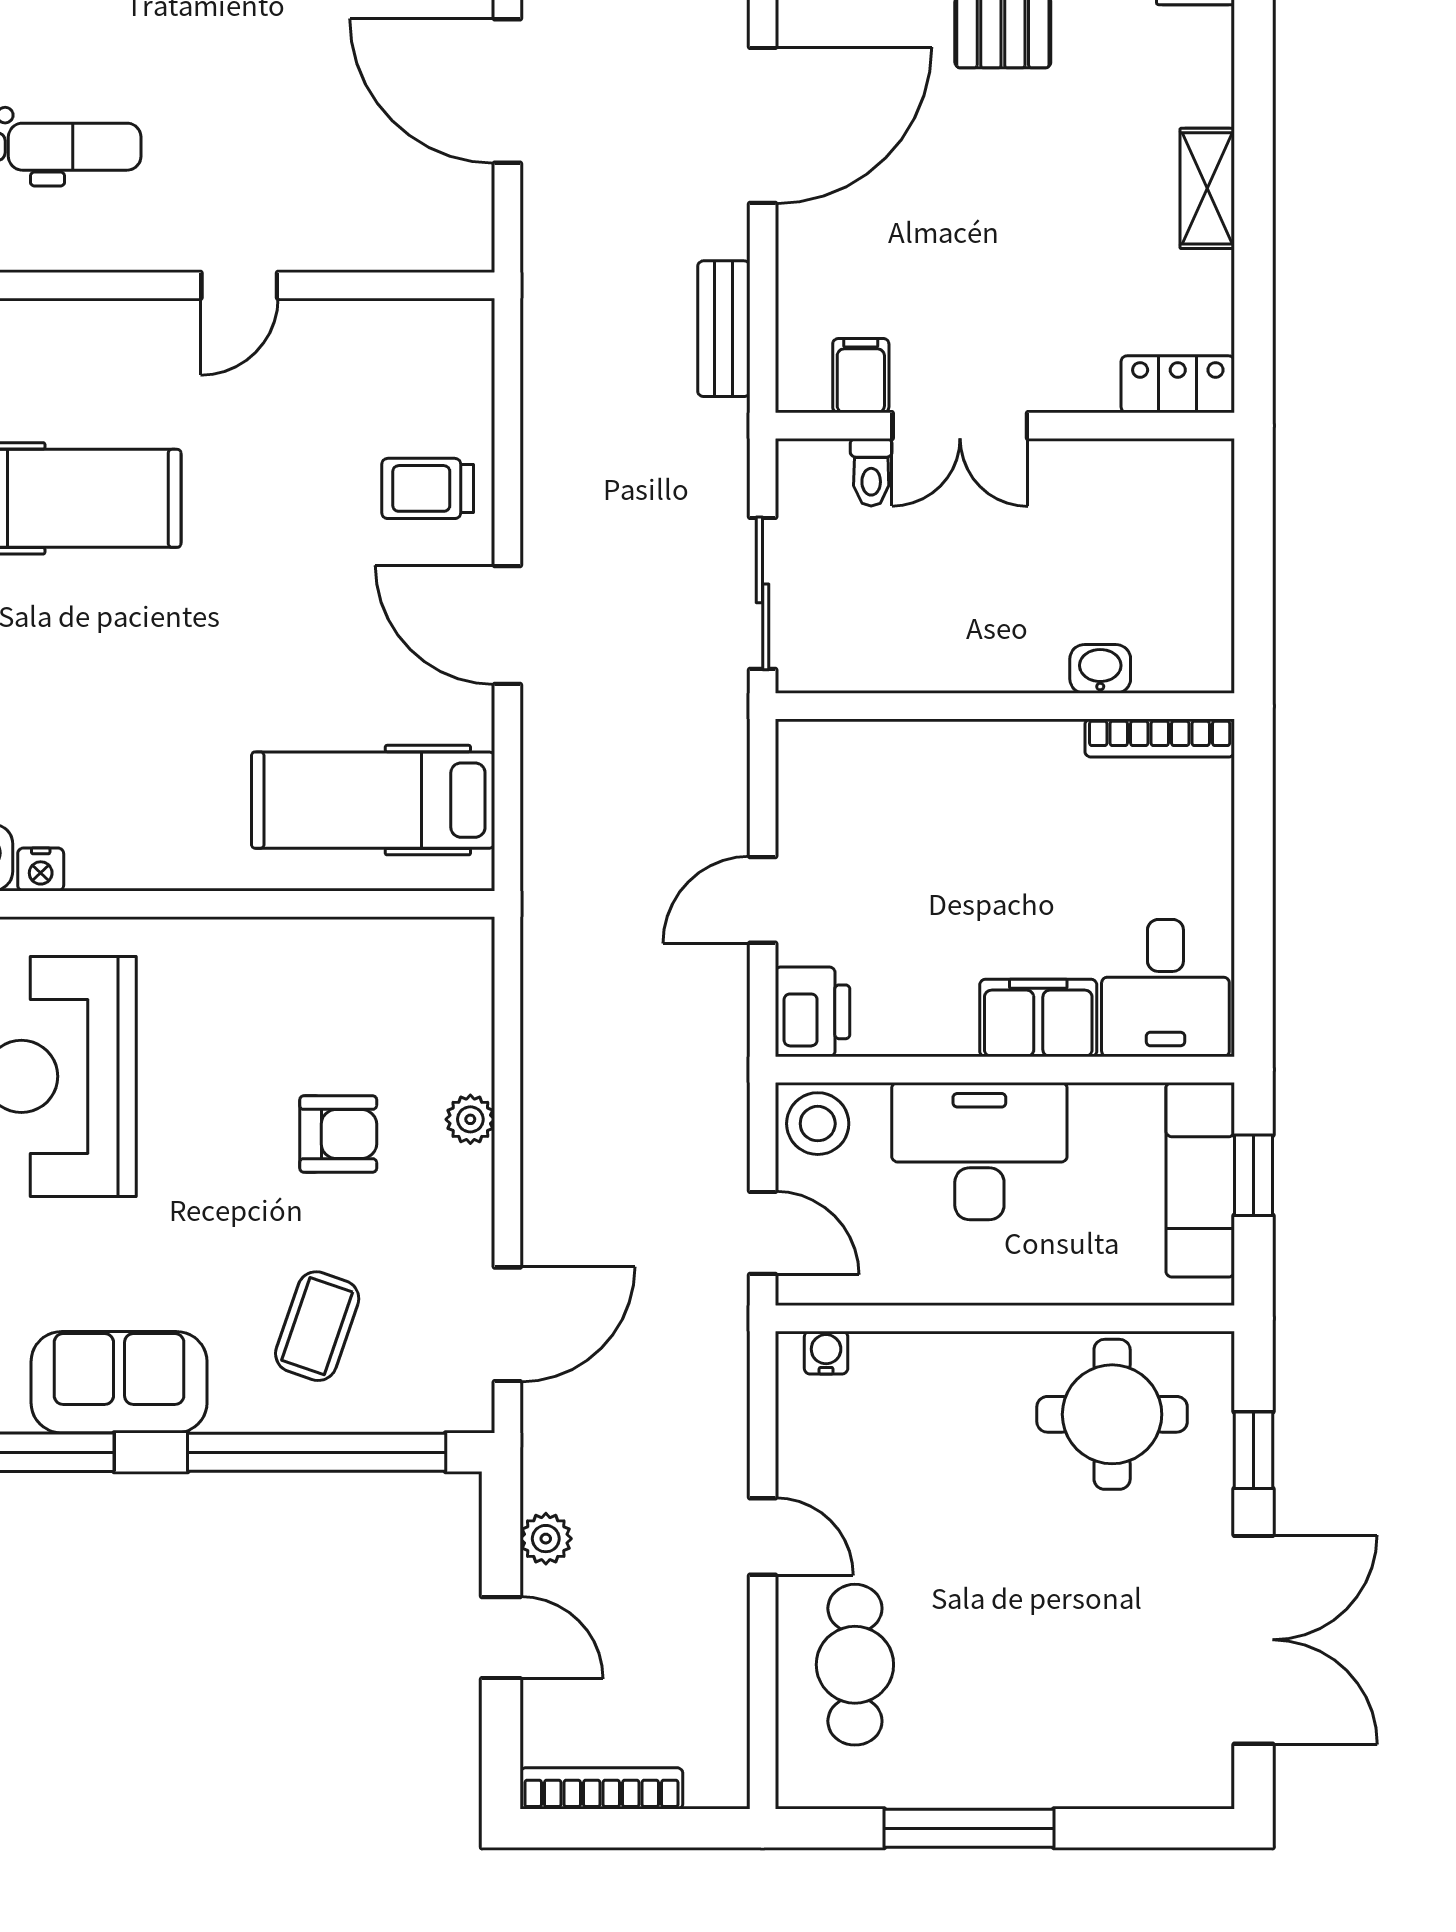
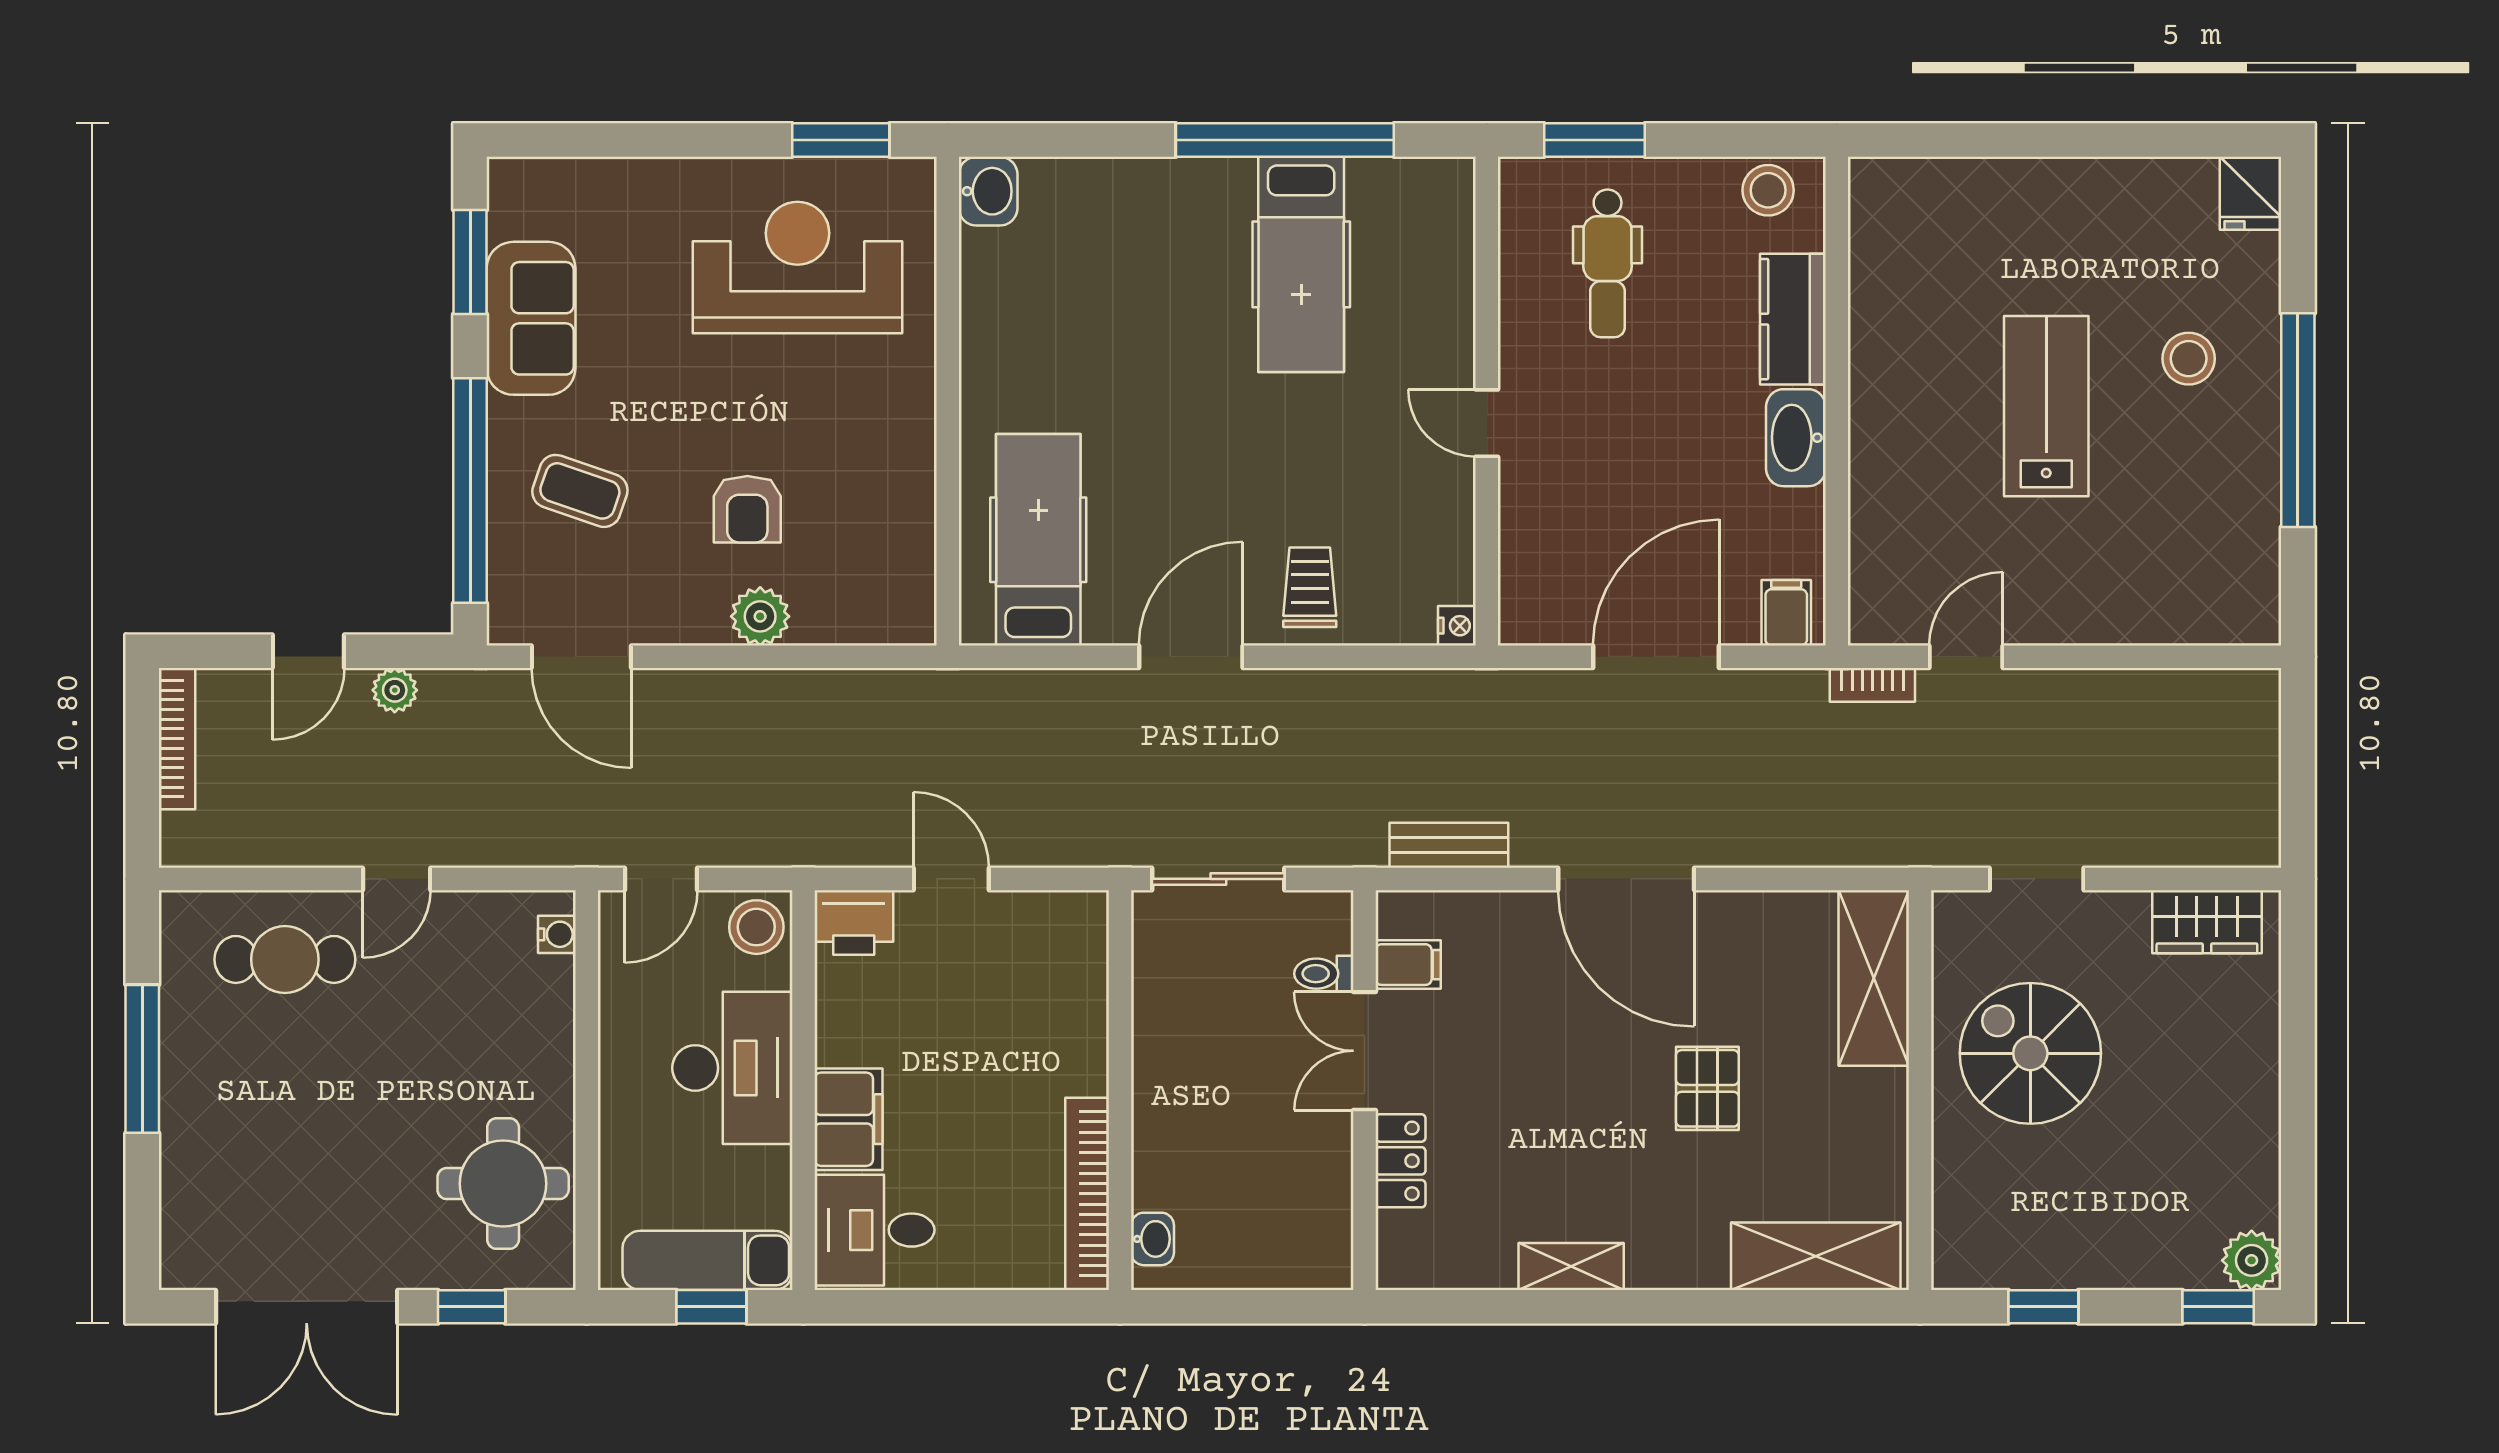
locker: (1178, 384) -> (1401, 1161), moved
washbasin: (1100, 669) -> (1153, 1239), moved
bookcase: (1160, 738) -> (1087, 1194), width x1.48, depth x1.31
nightstand: (41, 869) -> (1457, 626), moved, turned 180
plant: (470, 1119) -> (760, 616), width x1.38, depth x1.38

